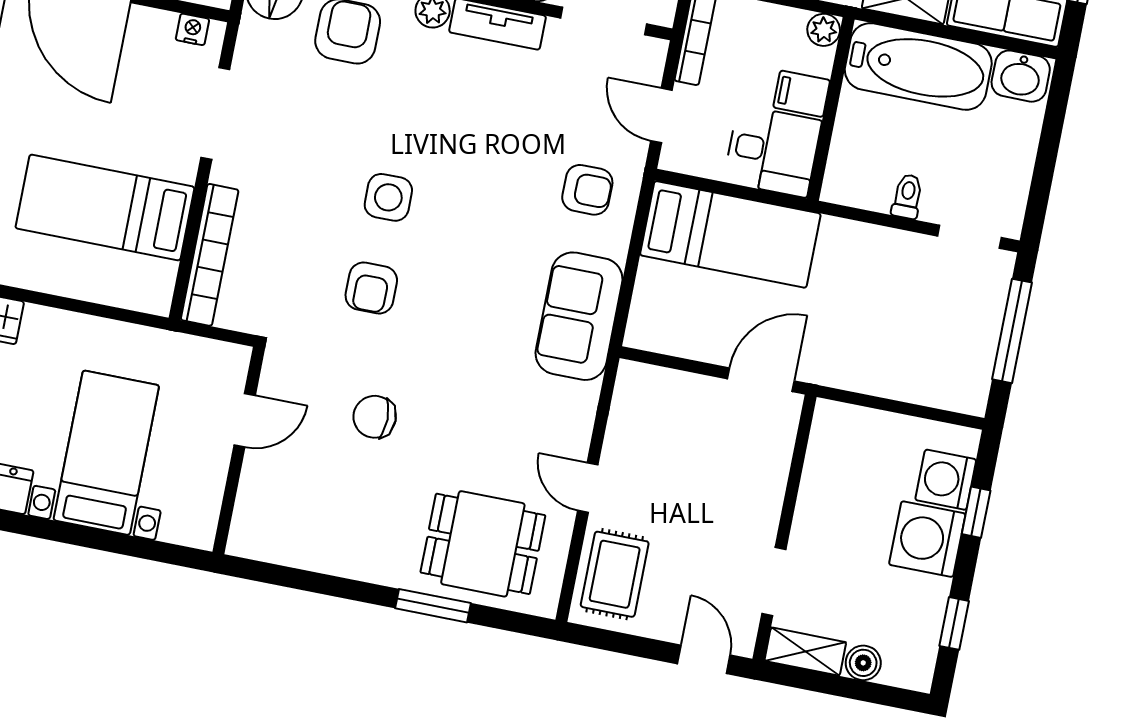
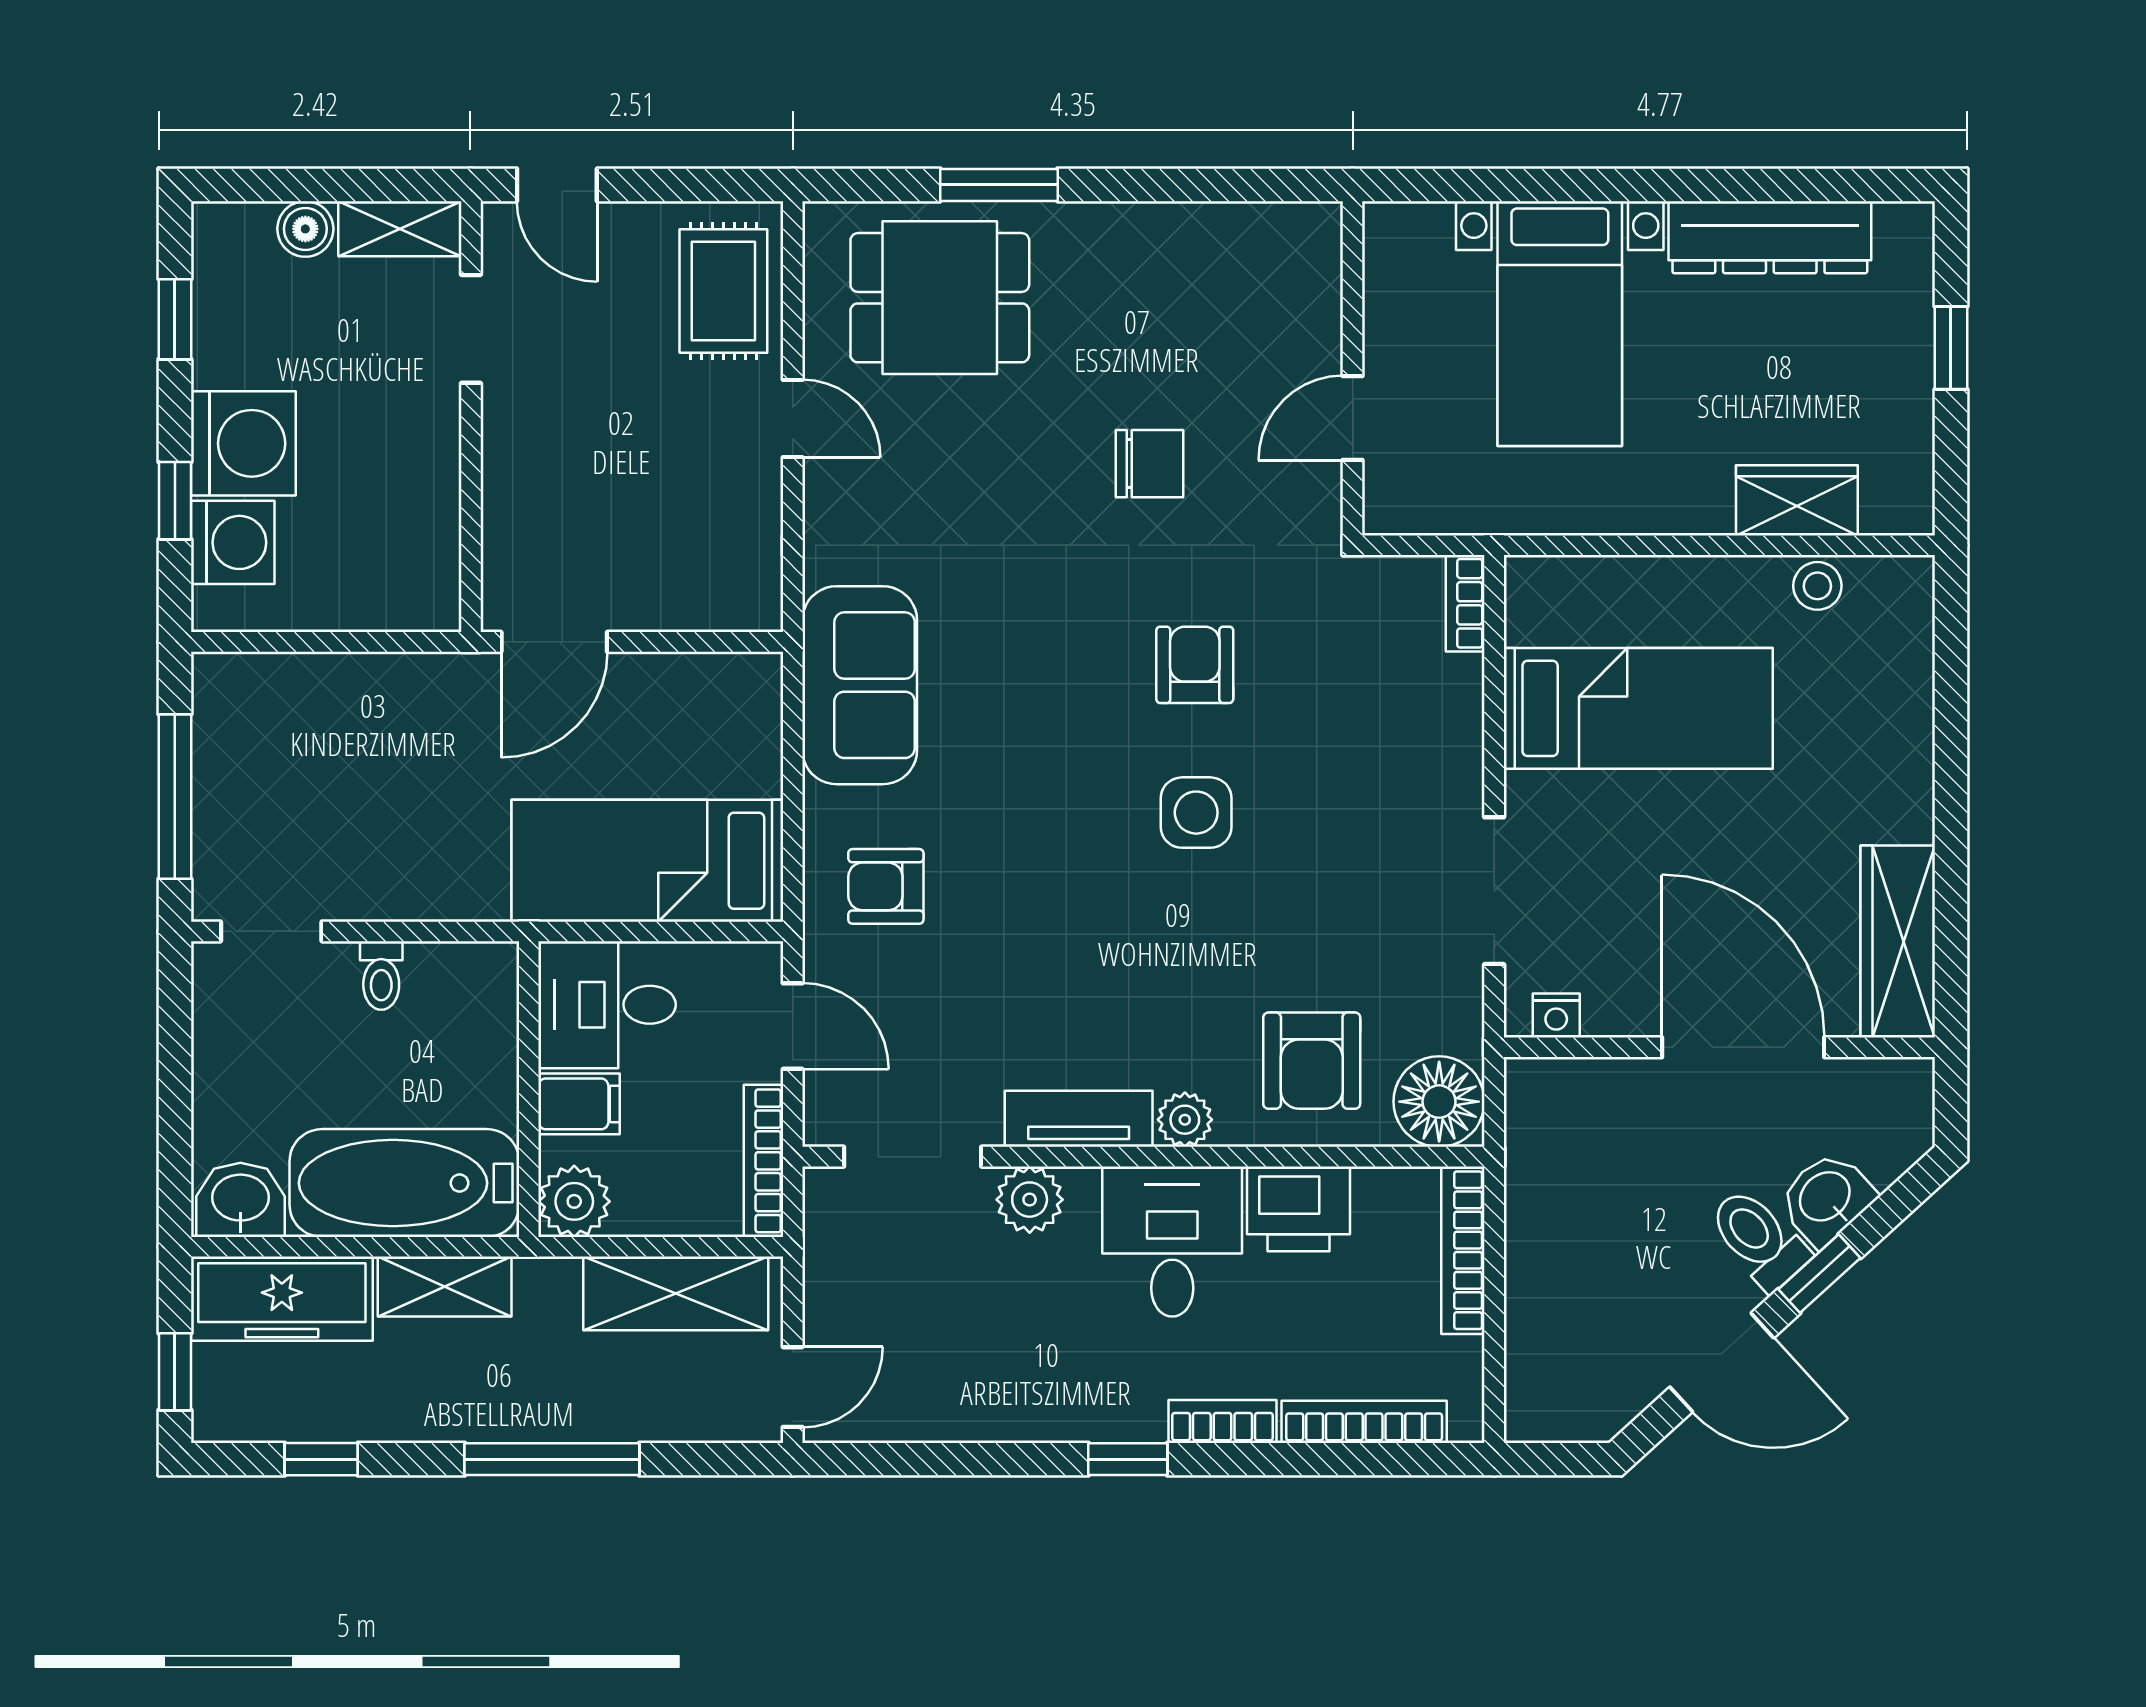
plant: (824, 30) -> (574, 1201), width x1.38, depth x1.38
bookcase: (210, 255) -> (1465, 603), width x0.43, depth x0.76

